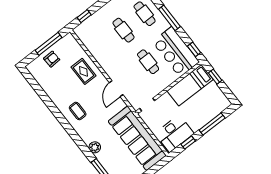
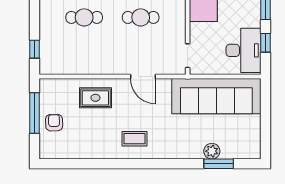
plant: (95, 147) -> (212, 151), moved

